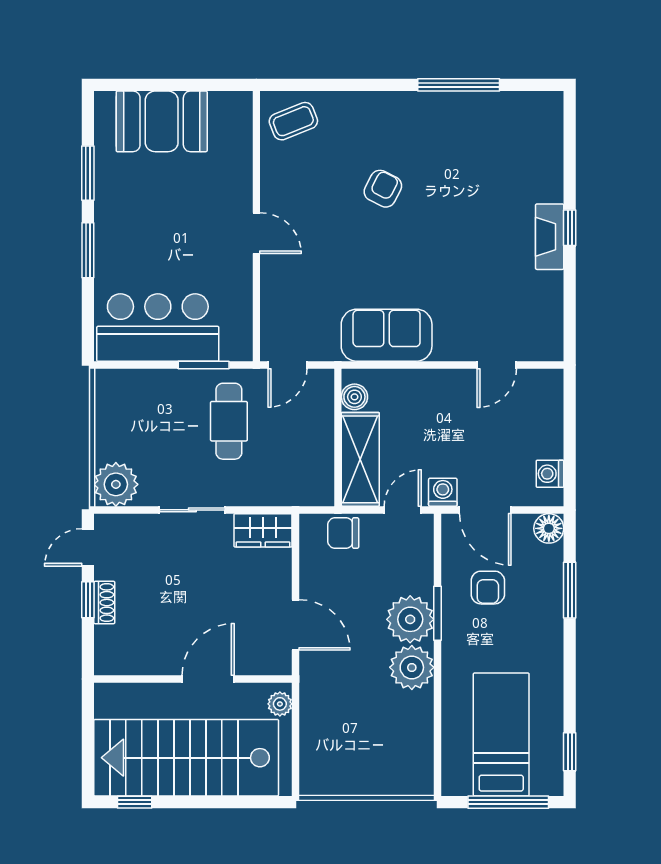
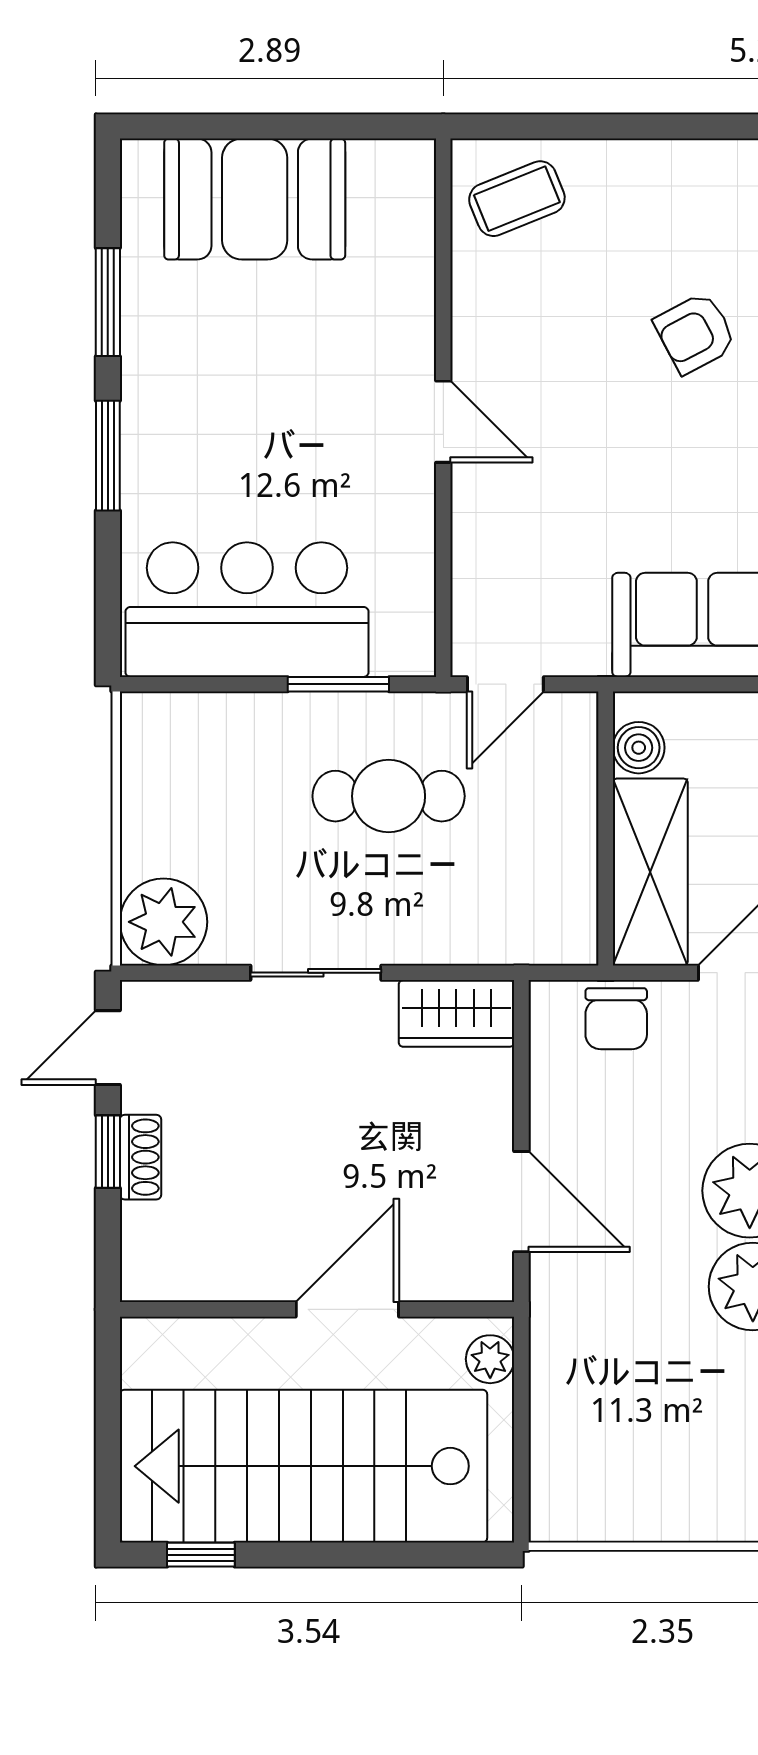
armchair: (383, 189) -> (695, 333), turned -145
cafe table: (229, 421) -> (389, 796), turned 90
chair: (343, 533) -> (616, 1019), turned -90

